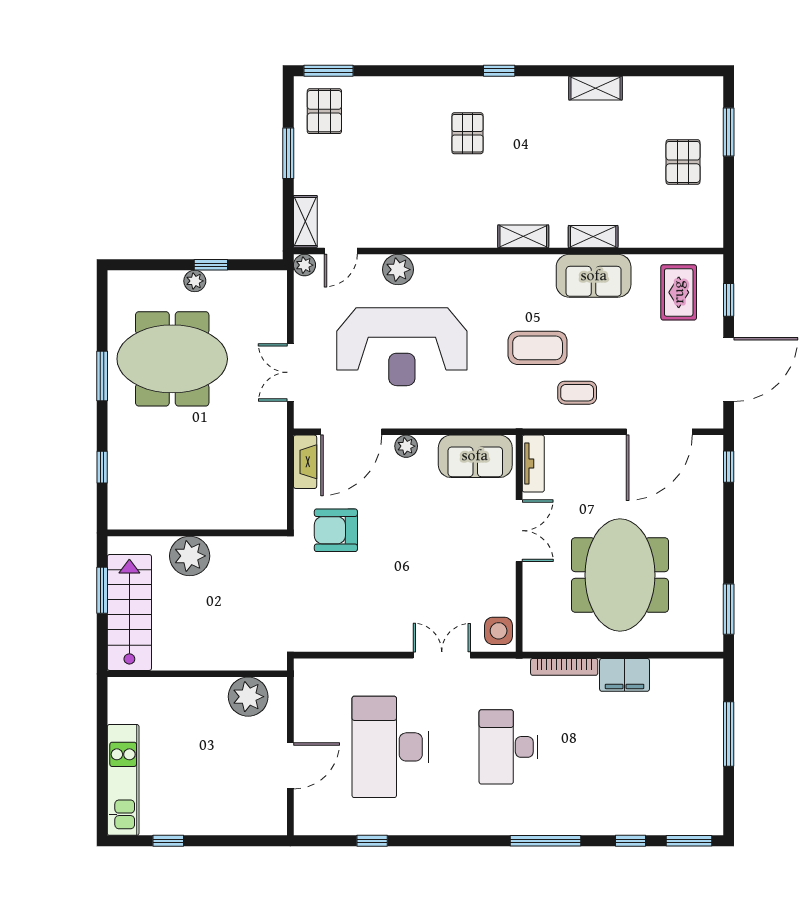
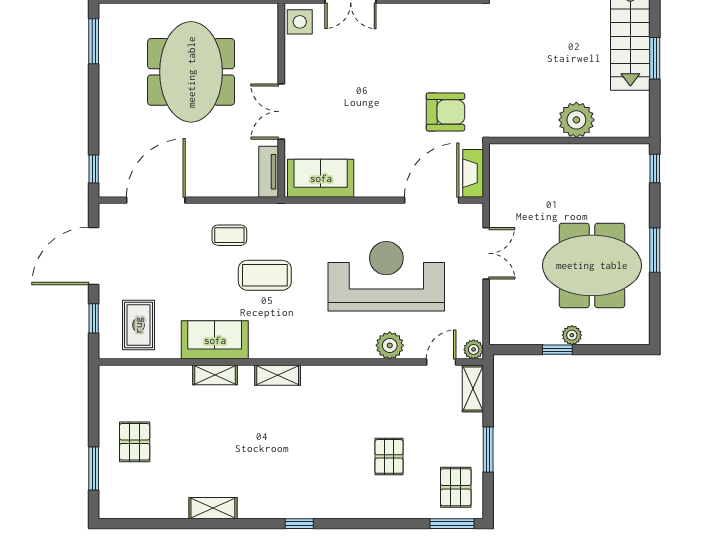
pallet: (467, 133) -> (389, 456), moved
plant: (406, 446) -> (383, 187), removed
wall: (197, 533) -> (569, 141), moved
plant: (190, 556) -> (576, 120), moved

